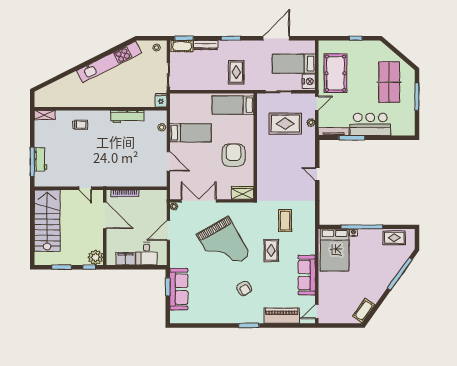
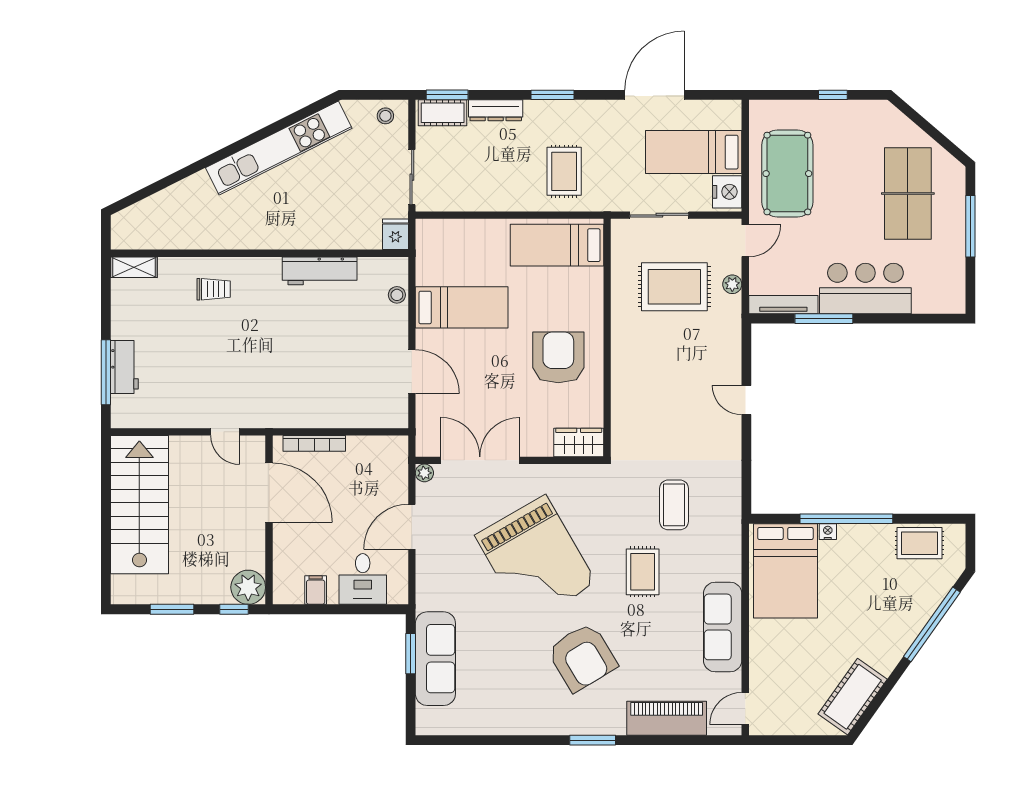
filing cabinet: (126, 259) -> (316, 590), width x0.50
armchair: (244, 288) -> (582, 657), width x1.88, depth x1.88
cot: (364, 311) -> (853, 697), width x1.37, depth x1.34

